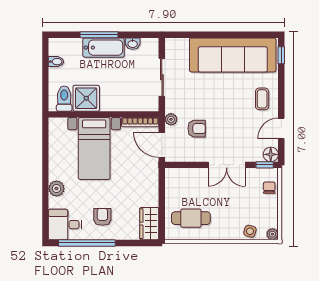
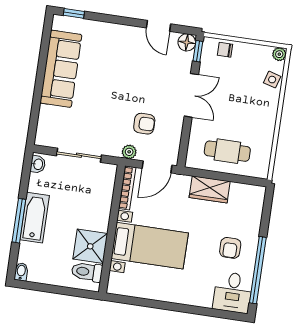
washbasin: (133, 44) -> (38, 164), moved
sofa: (233, 55) -> (61, 69), width x0.74, depth x0.79
bidet: (56, 62) -> (21, 272), moved
coffee table: (262, 99) -> (121, 43), removed
armchair: (197, 129) -> (144, 124), turned 90
plant: (56, 189) -> (190, 296), removed
armchair: (102, 217) -> (230, 248), turned -90
cafe table: (191, 218) -> (227, 151), moved, turned 90
wardrobe: (149, 224) -> (210, 189), moved

